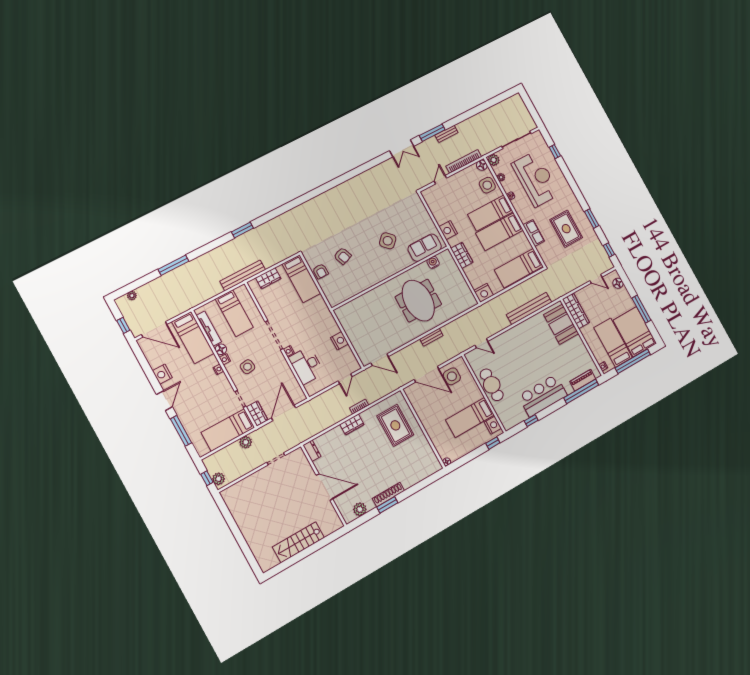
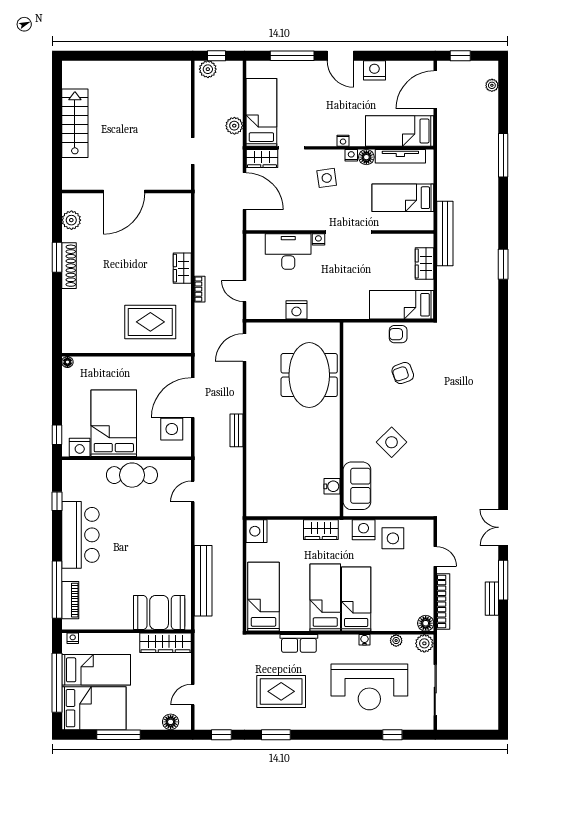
side table: (487, 185) -> (393, 538), moved
meeting table: (418, 301) -> (309, 375), moved, turned 90
bed: (470, 417) -> (114, 423), width x1.50
dresser: (312, 451) -> (178, 201), removed

